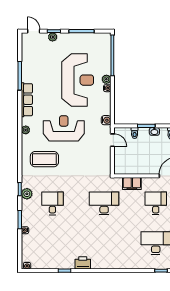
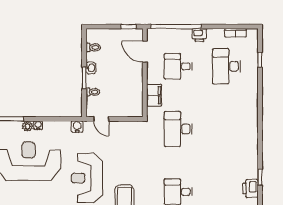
door: (112, 140) -> (101, 119), swing flipped
printer: (83, 263) -> (250, 188), moved

